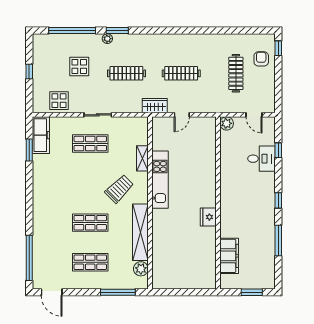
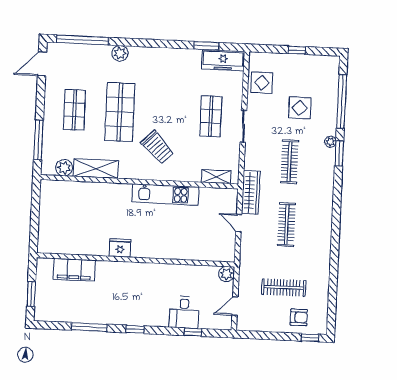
wardrobe: (155, 106) -> (251, 192), width x1.50
shelving: (142, 158) -> (216, 177), moved
shop shelf: (90, 223) -> (120, 112), width x1.43, depth x1.36
plant: (39, 225) -> (120, 53), added
shelving: (140, 232) -> (96, 169), width x0.68

